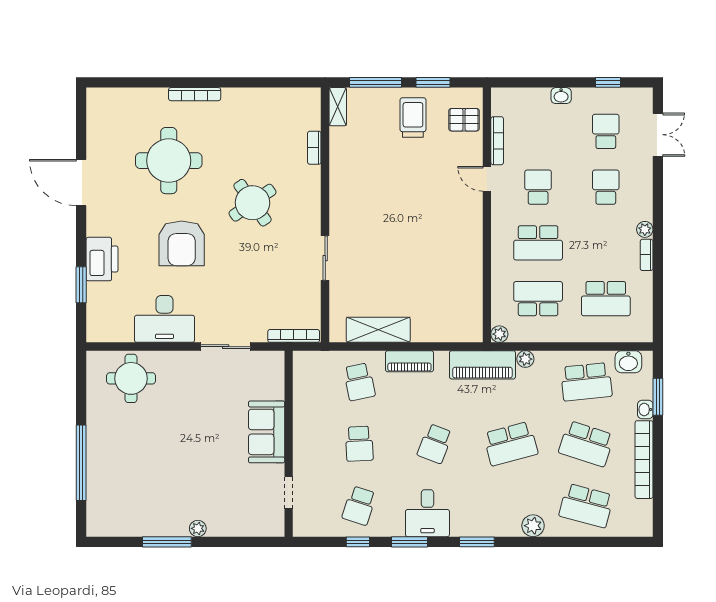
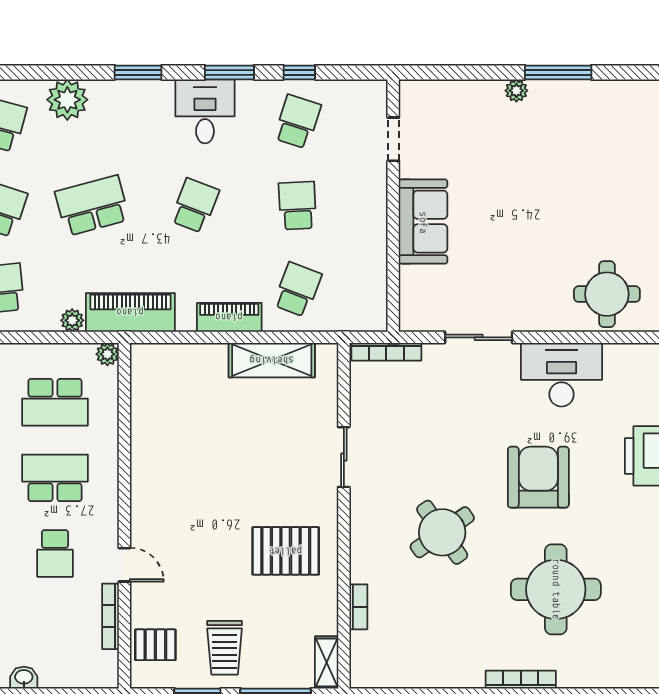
pallet: (368, 189) -> (286, 551), added
school desk: (359, 382) -> (297, 290), turned 33
plant: (533, 526) -> (67, 100), width x1.36, depth x1.36

